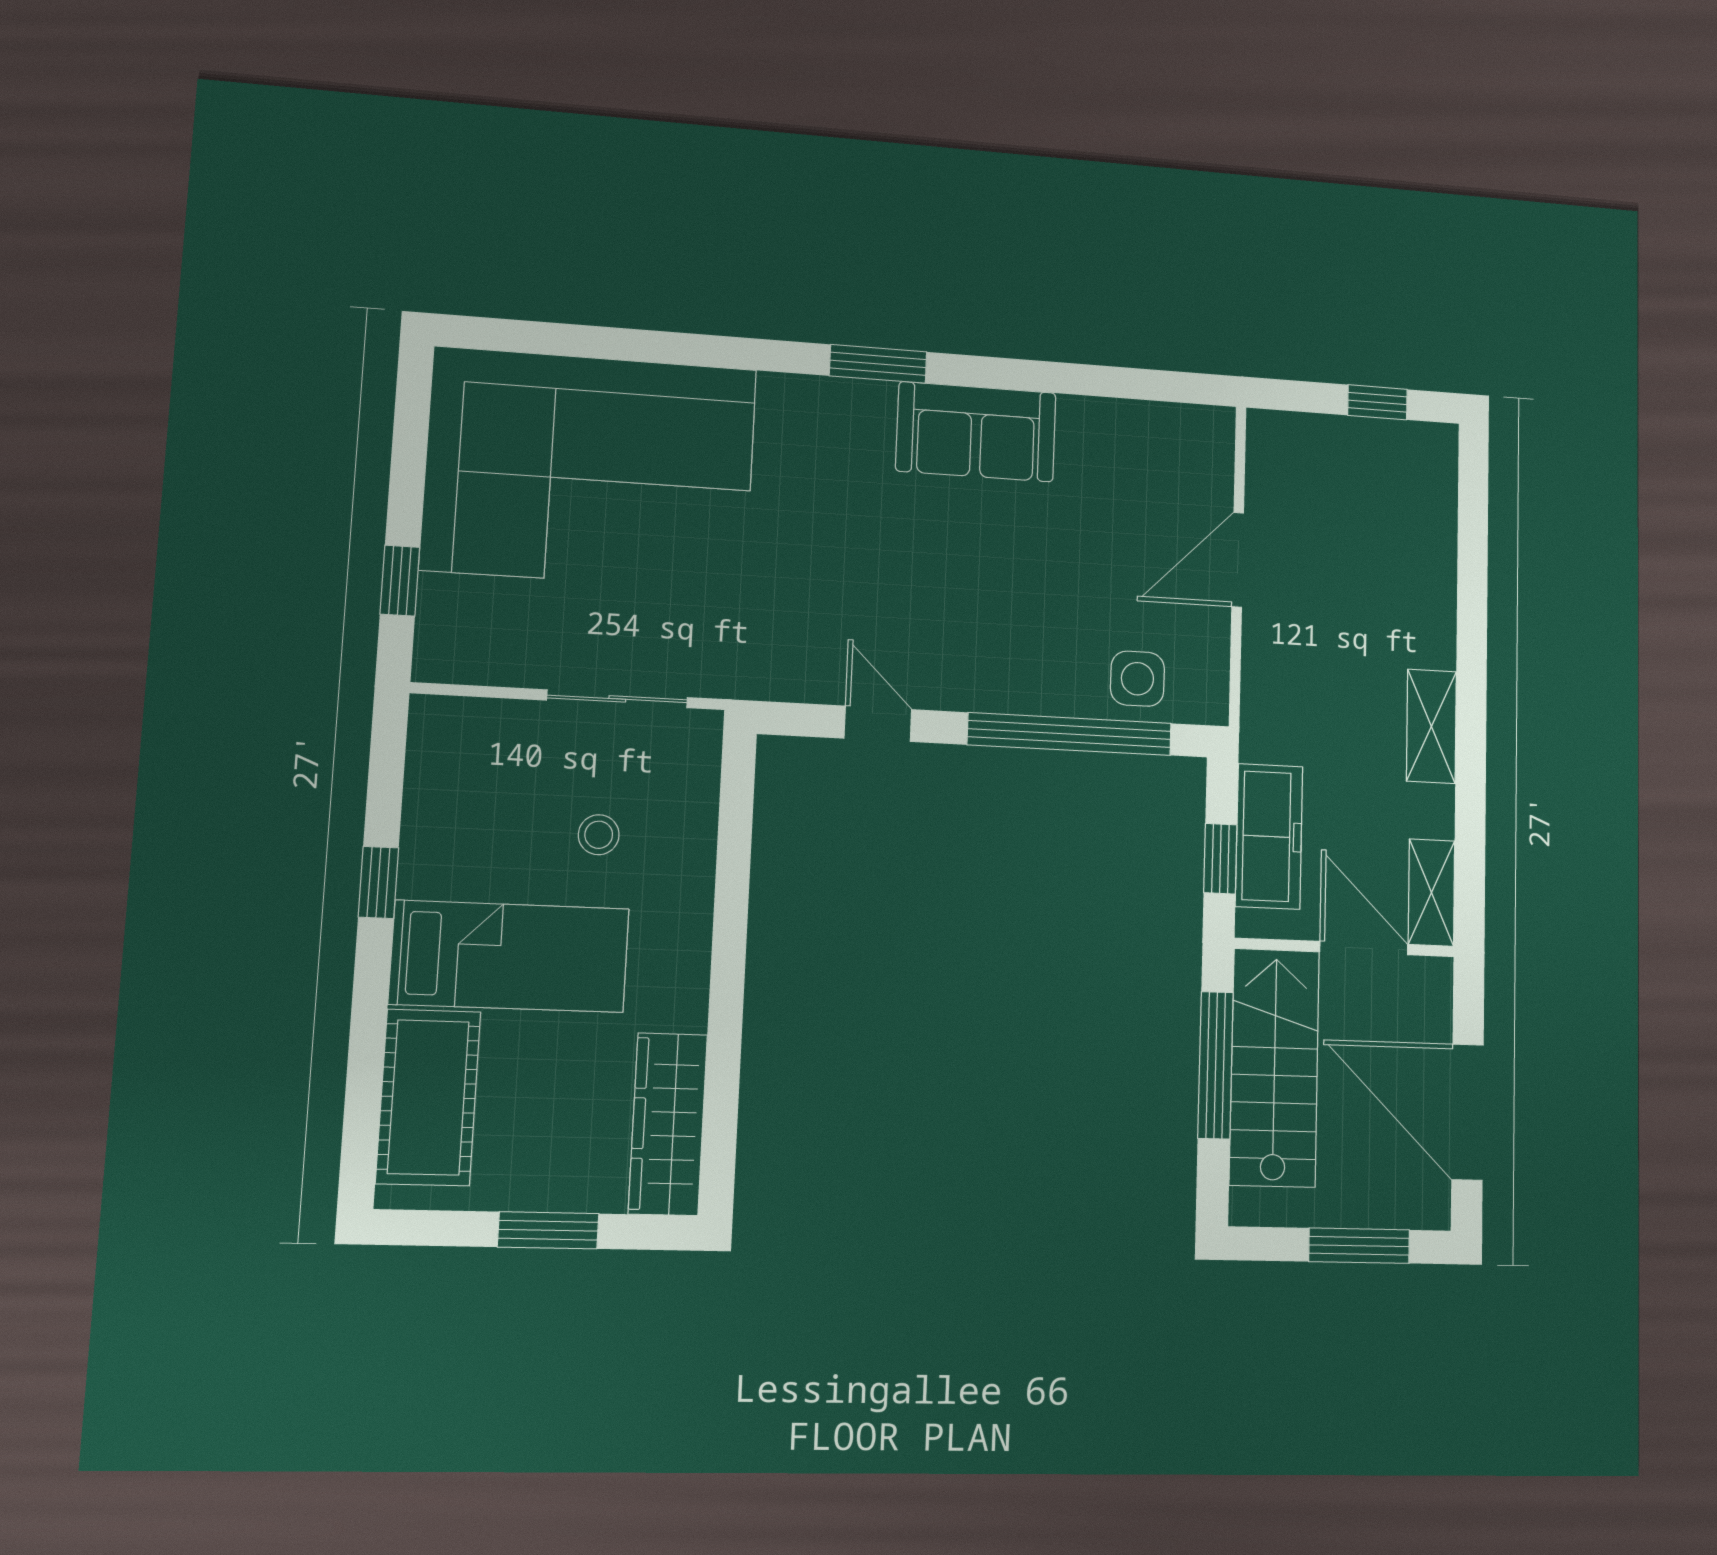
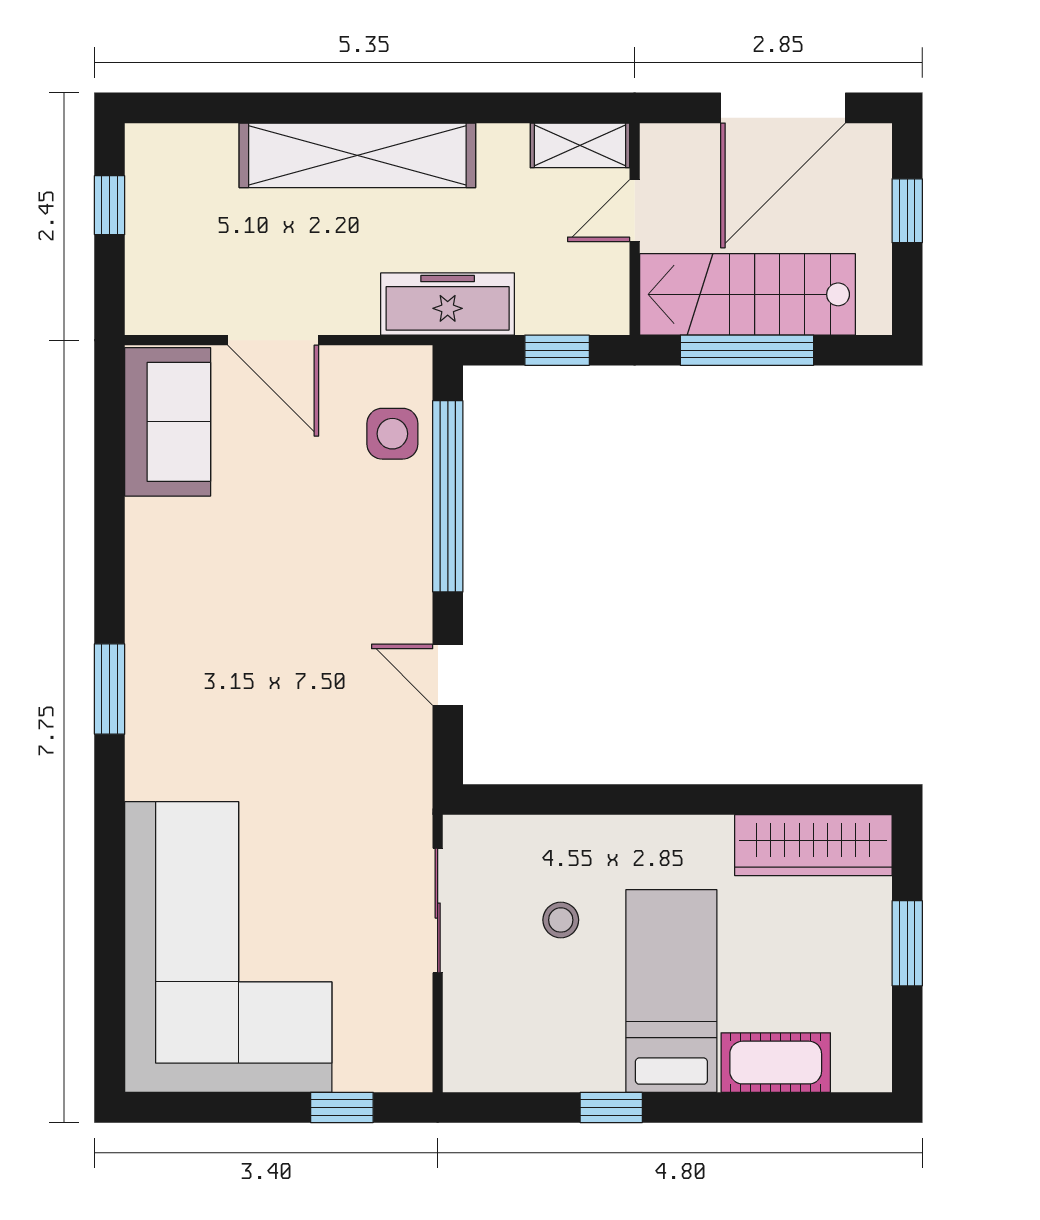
sofa: (976, 432) -> (168, 422), moved
door: (878, 724) -> (448, 675), hinge flipped
shelving: (1431, 726) -> (357, 155), width x2.20, depth x1.33
freezer: (1269, 836) -> (448, 304), moved
door: (1364, 948) -> (635, 211), width x0.73
cot: (428, 1097) -> (776, 1063), width x0.73, depth x0.75
window: (1359, 1246) -> (907, 211), width x0.67

